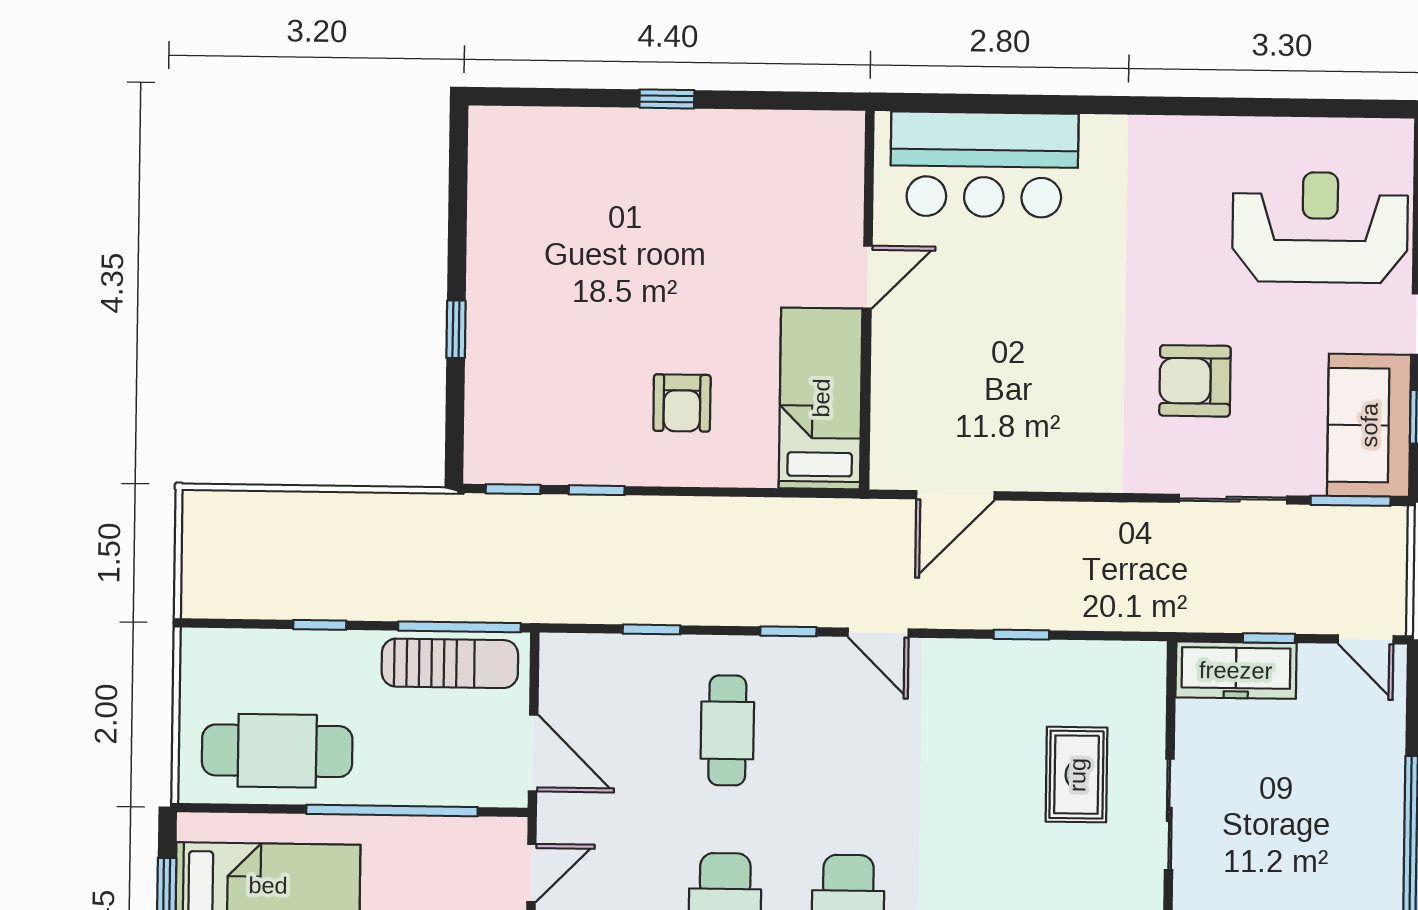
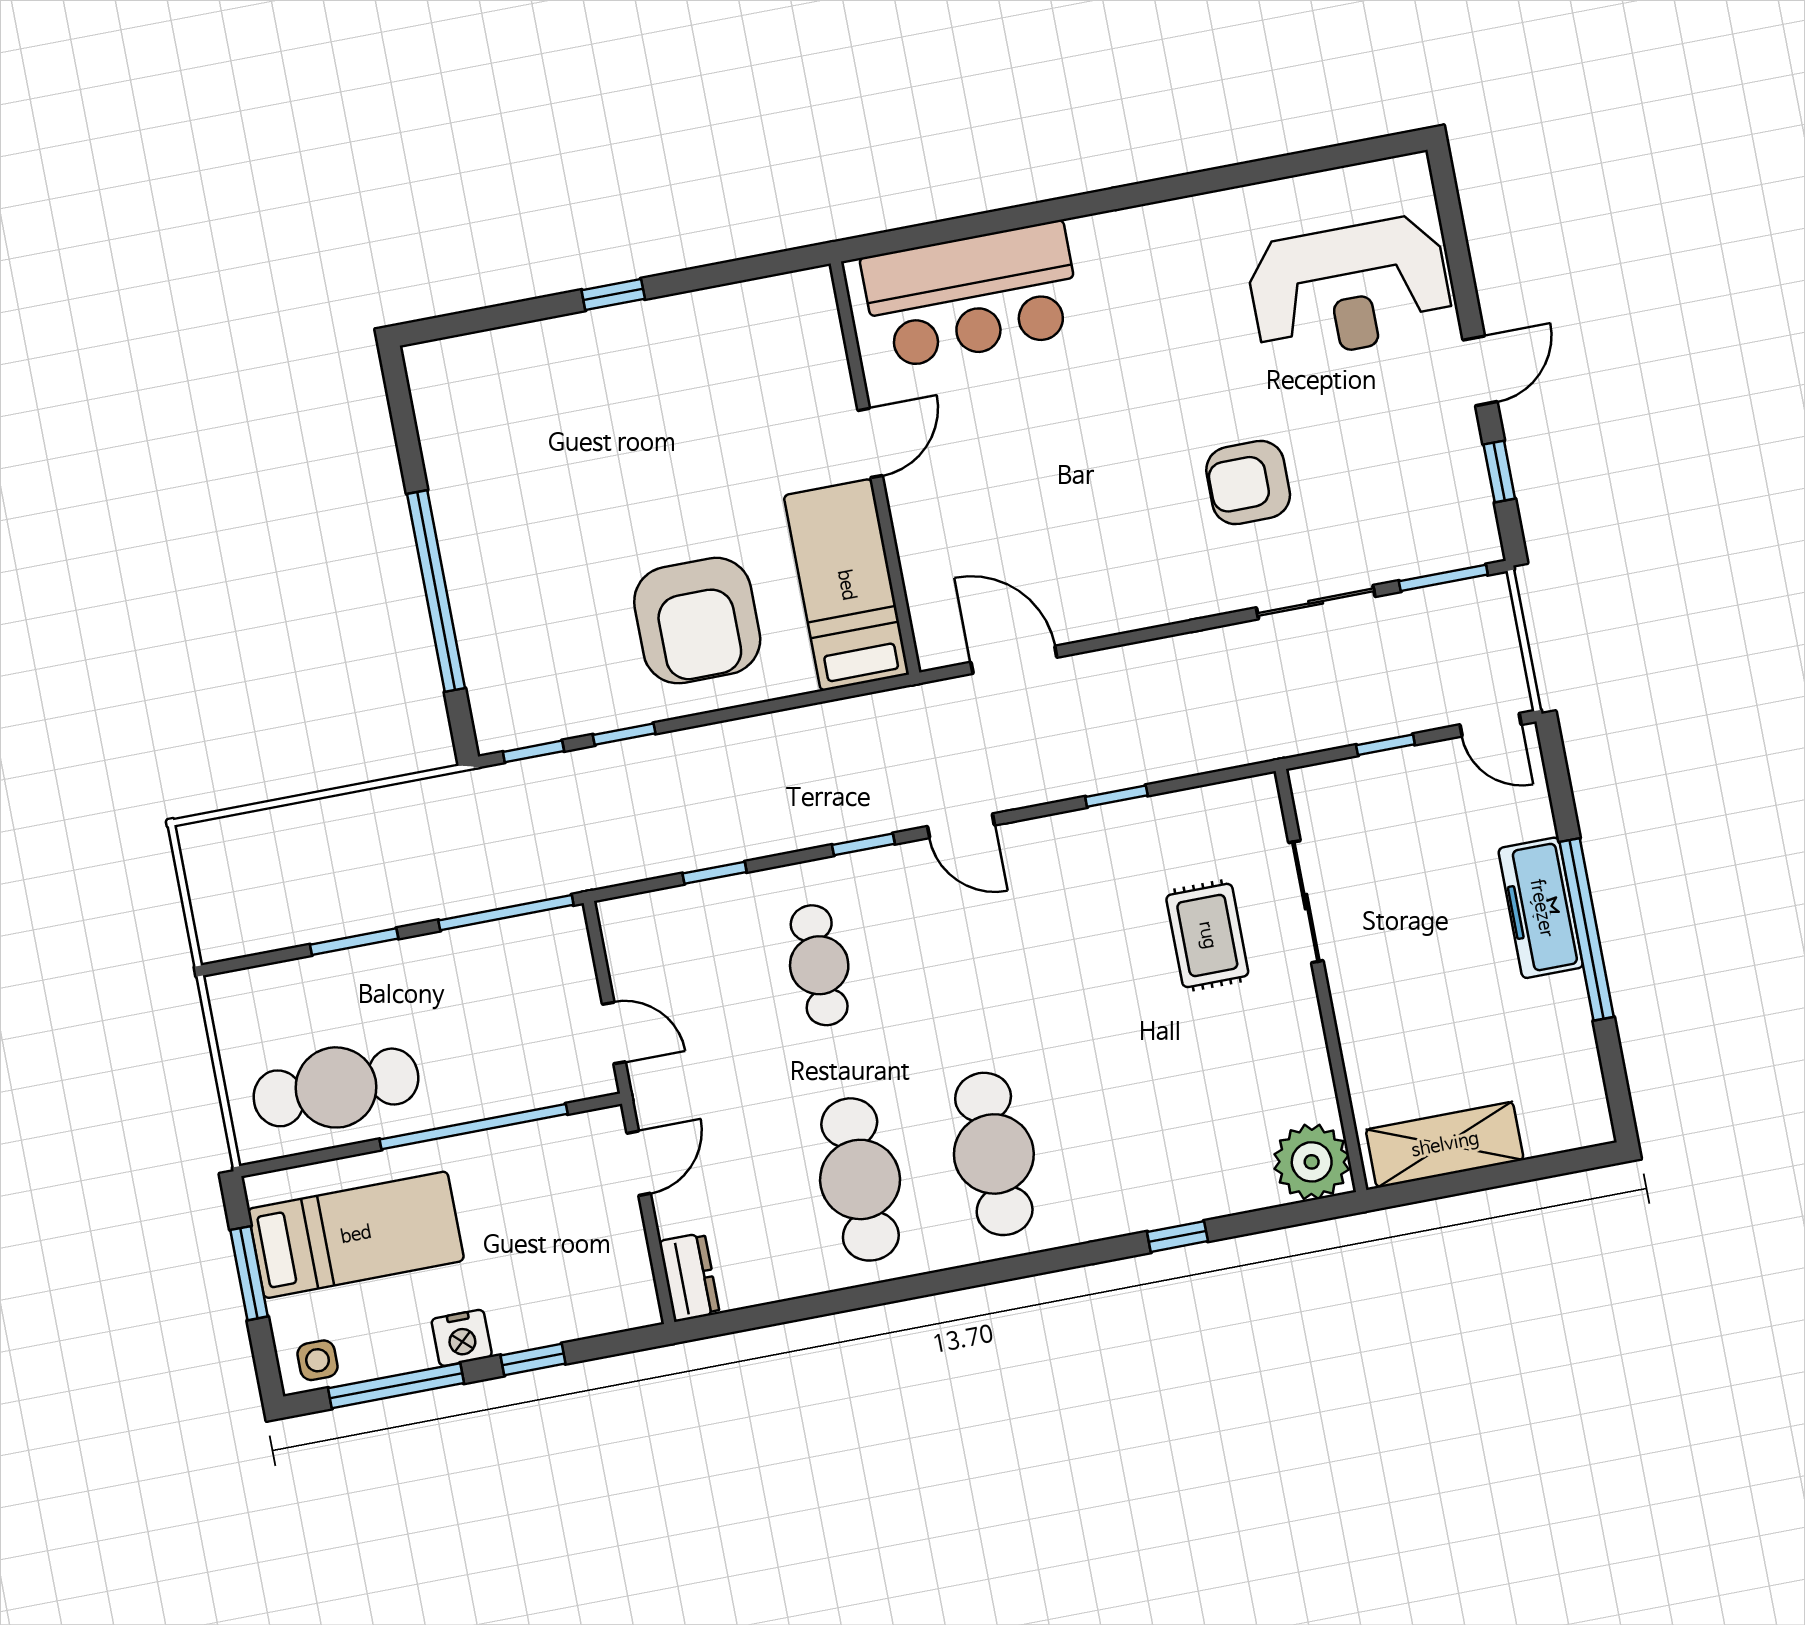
reception desk: (1320, 227) -> (1349, 288), turned 180
window: (456, 329) -> (436, 591), width x3.17
armchair: (682, 403) -> (697, 621), width x1.88, depth x1.88
sofa: (1369, 425) -> (1446, 492), removed
door: (955, 495) -> (1014, 660), swing flipped
window: (320, 625) -> (354, 942), width x1.50
sun lounger: (450, 663) -> (504, 954), removed
freezer: (1236, 670) -> (1541, 908), moved, turned 90
door: (533, 753) -> (614, 1033), width x0.73
sliding door: (1169, 814) -> (1306, 902), moved

